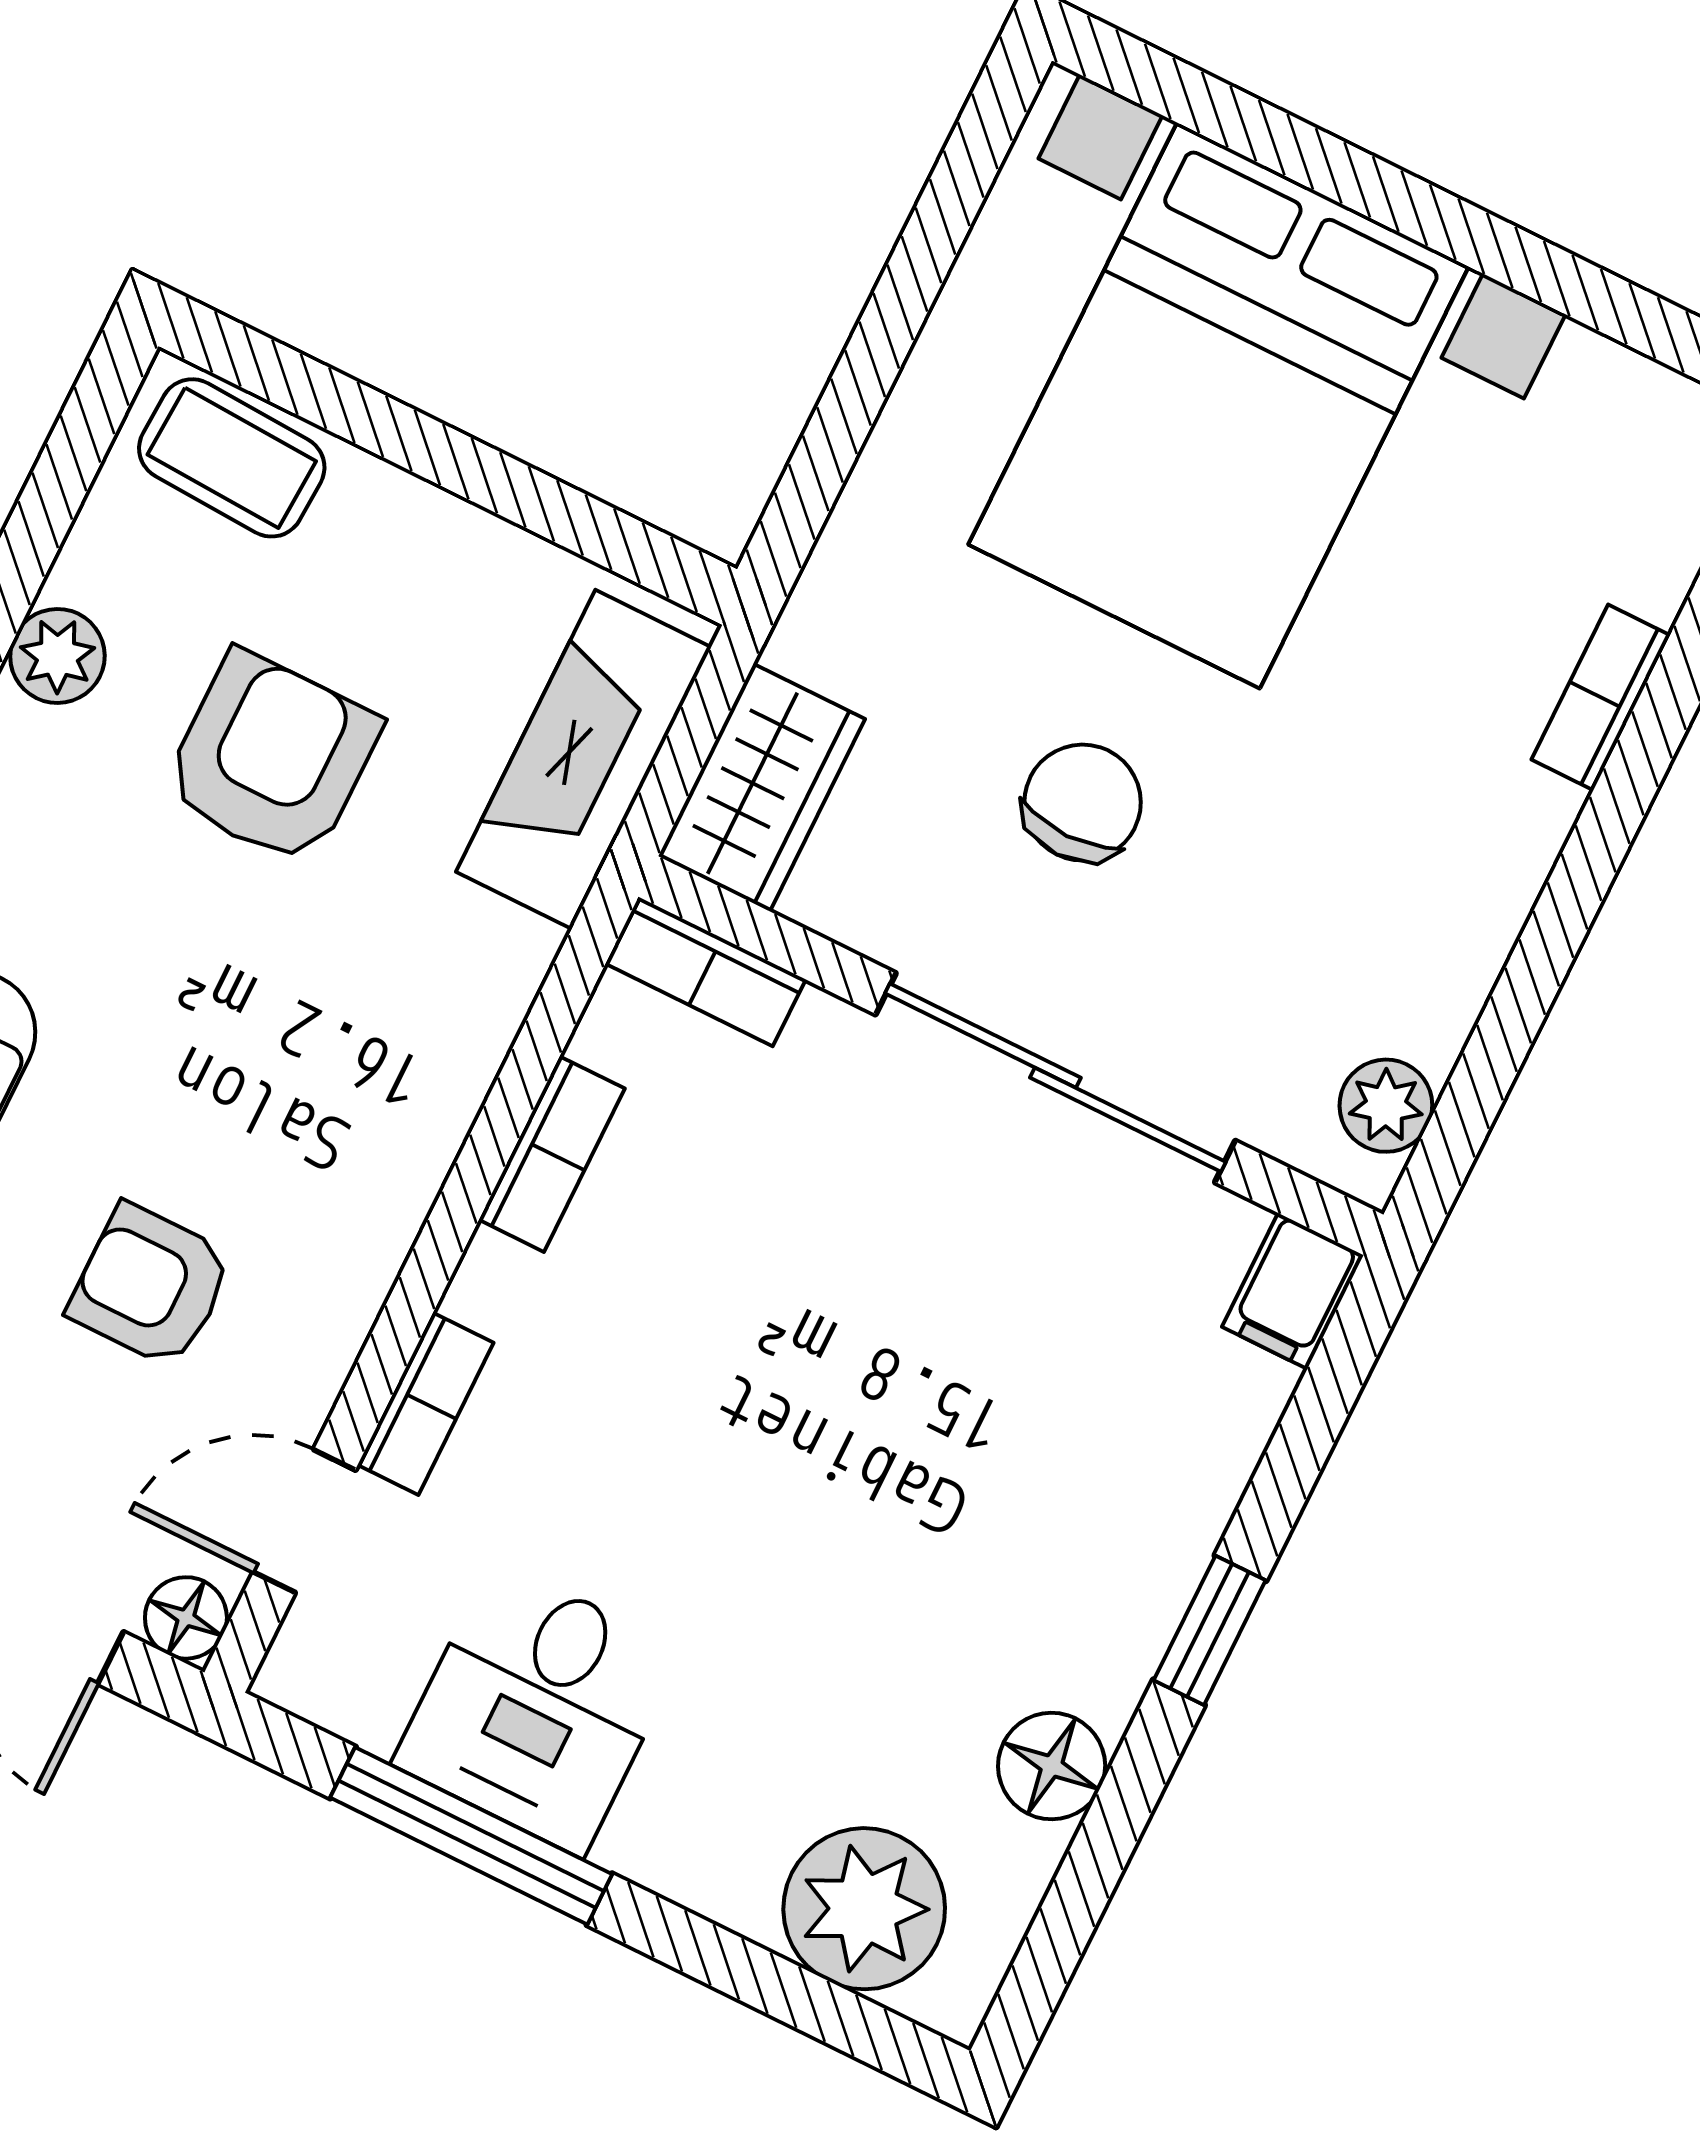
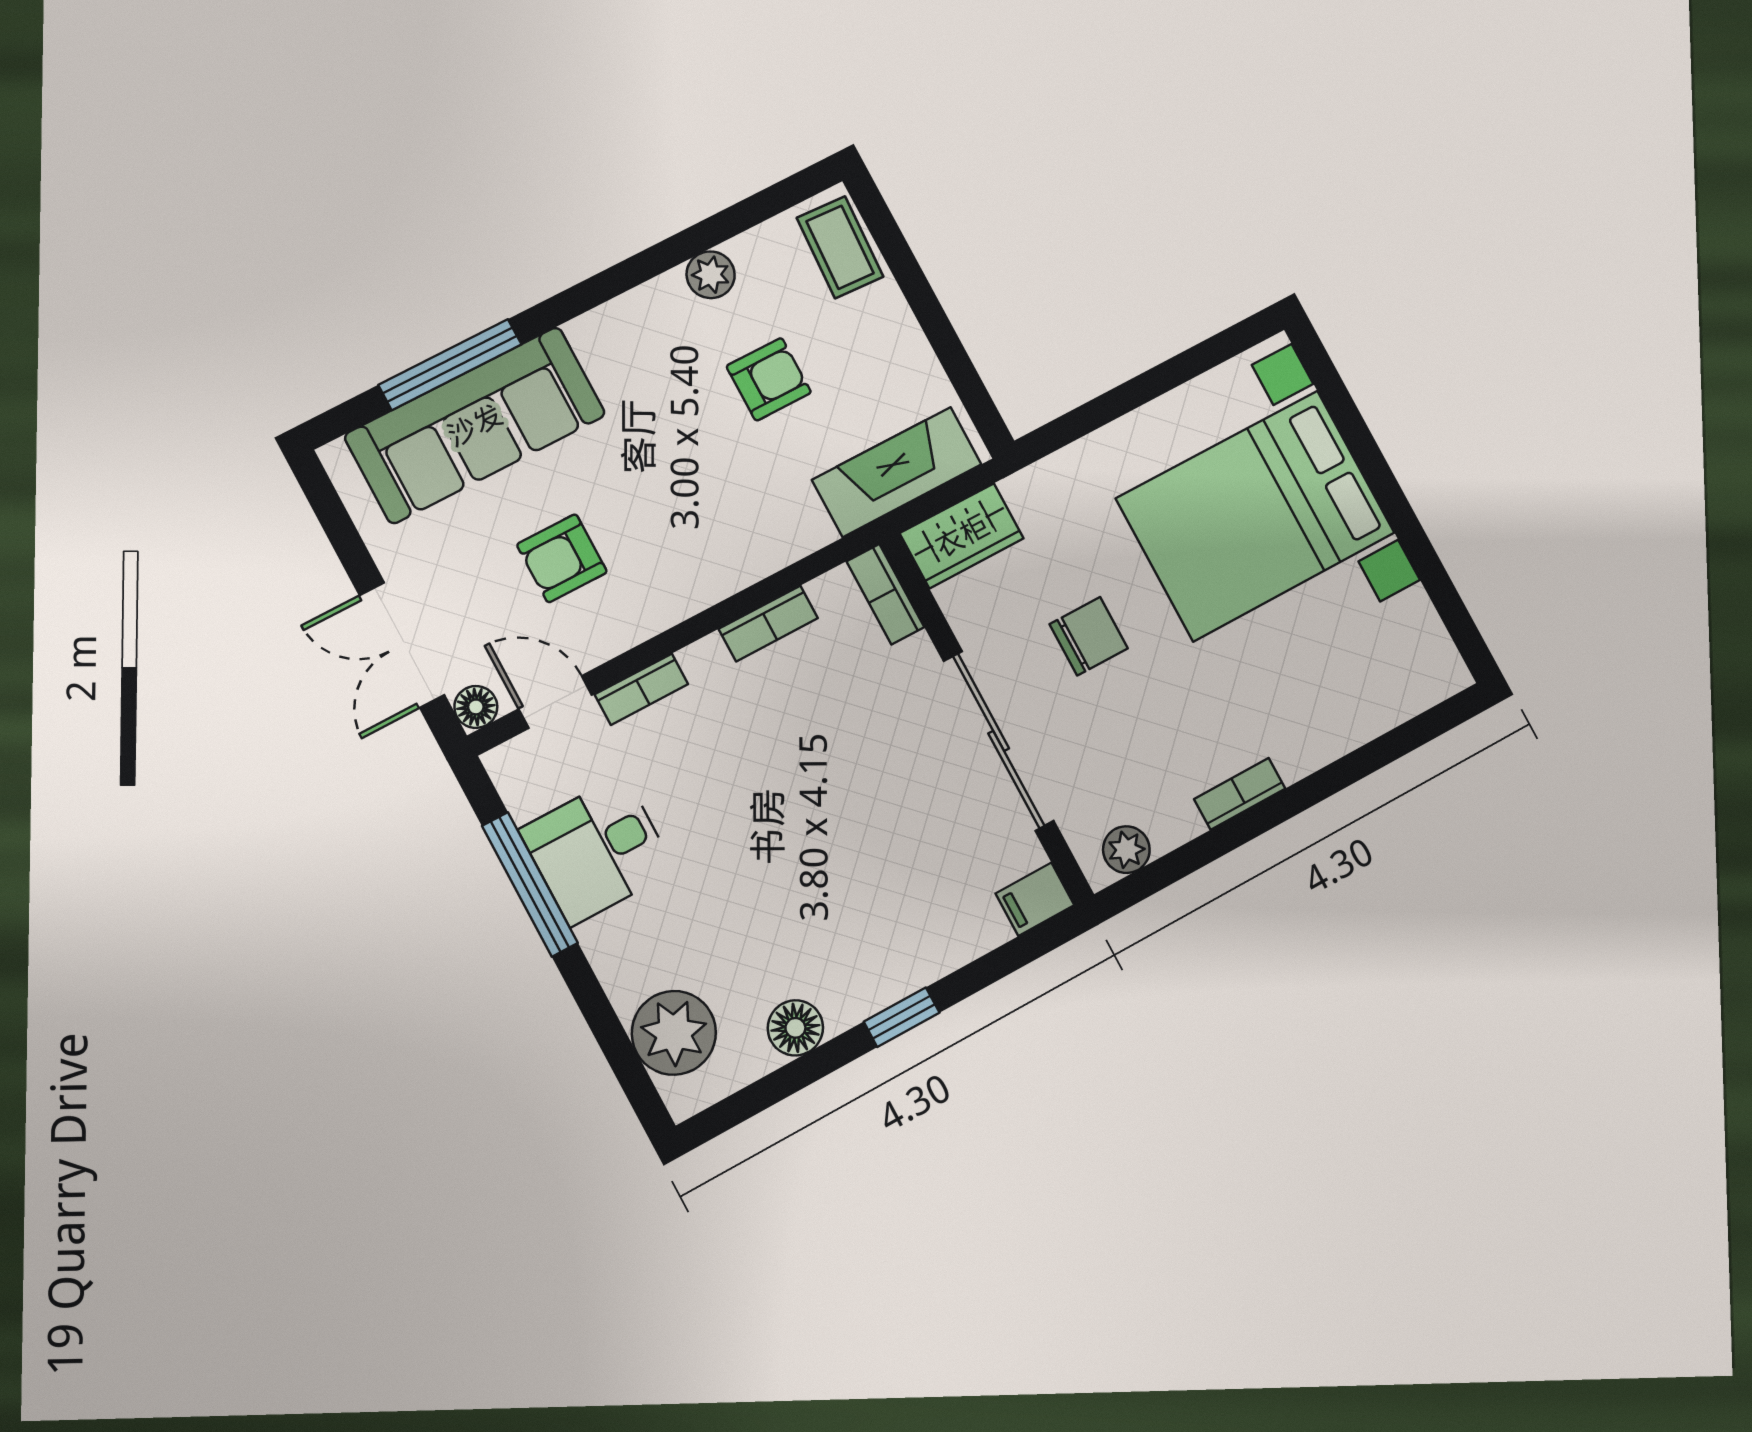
bookcase: (1601, 697) -> (1240, 794), moved
armchair: (271, 758) -> (769, 379), width x0.72, depth x0.72
armchair: (151, 1286) -> (562, 558), turned -90

